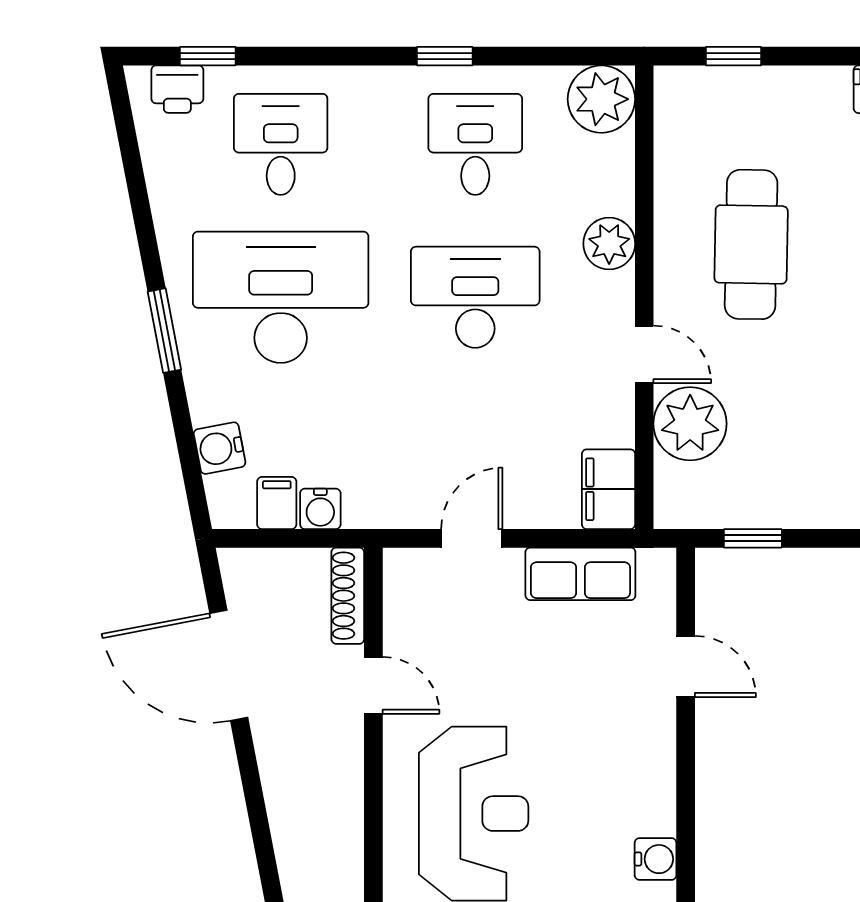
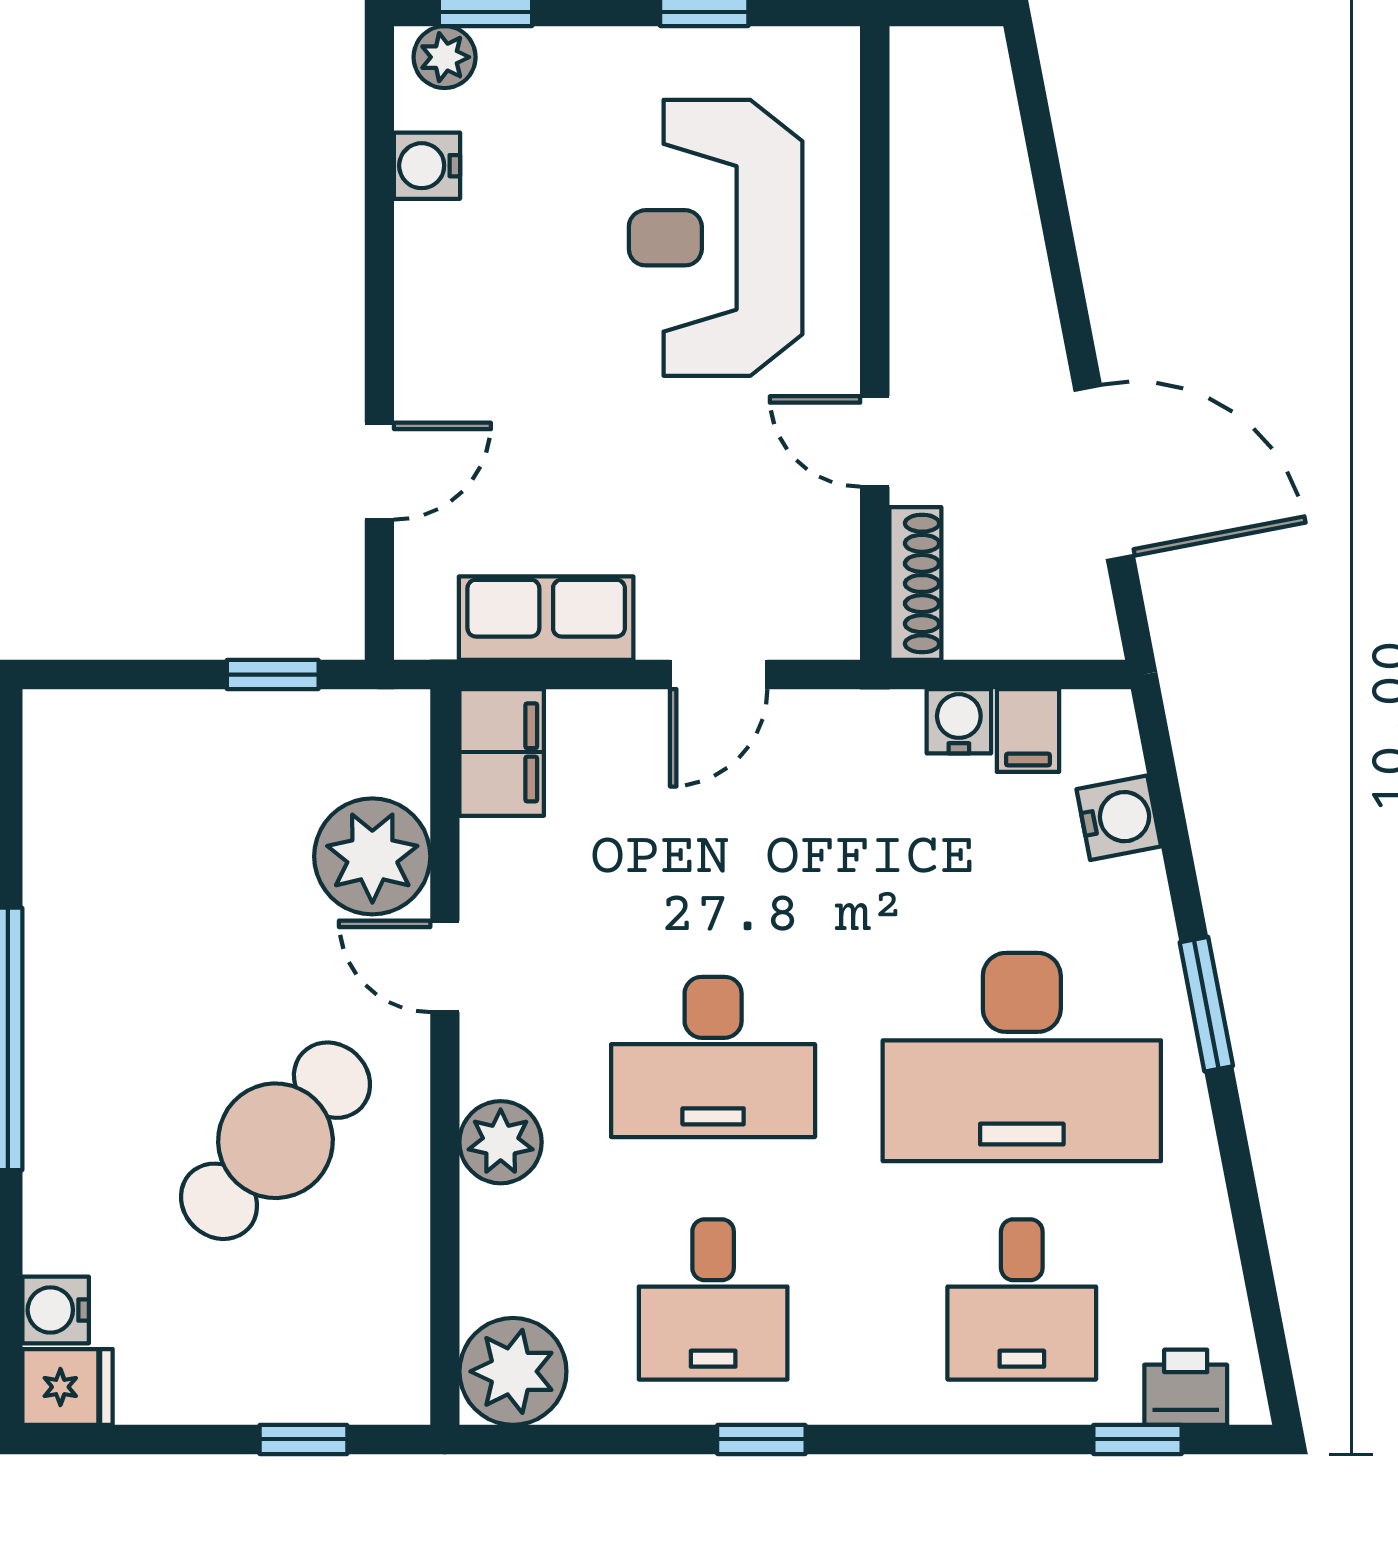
cafe table: (751, 244) -> (275, 1141), turned 42
door: (686, 666) -> (379, 471), swing flipped

